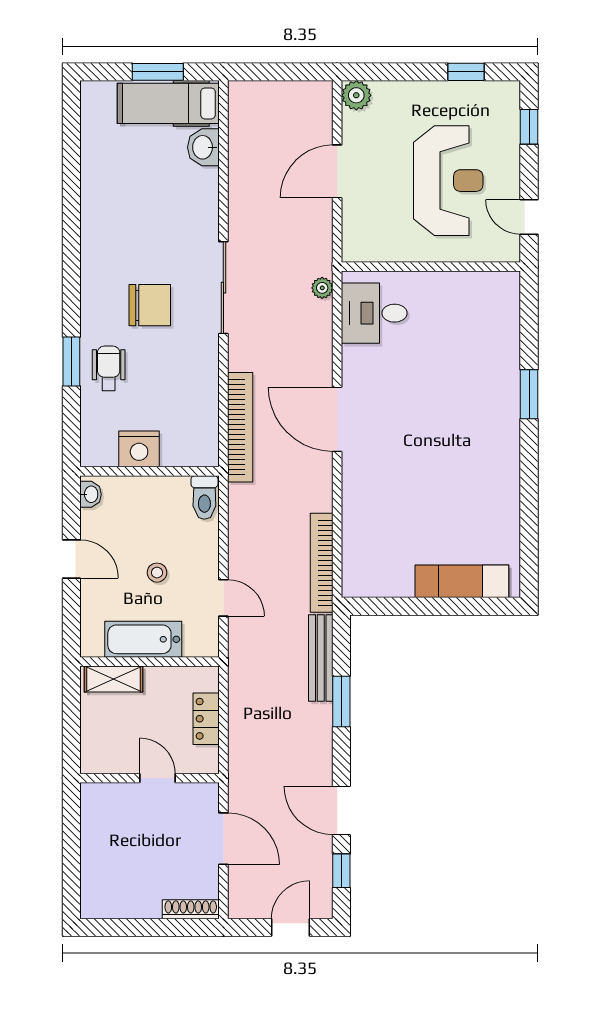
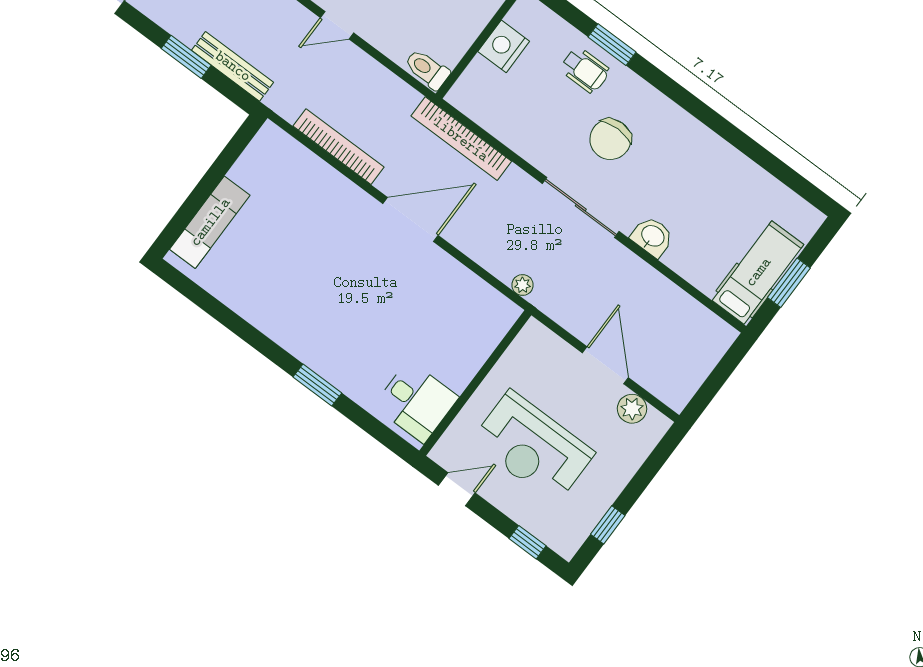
plant: (356, 95) -> (632, 409), moved
washbasin: (203, 147) -> (652, 237), moved
desk: (374, 313) -> (416, 402), moved, turned 90
bookcase: (322, 563) -> (338, 147), moved

